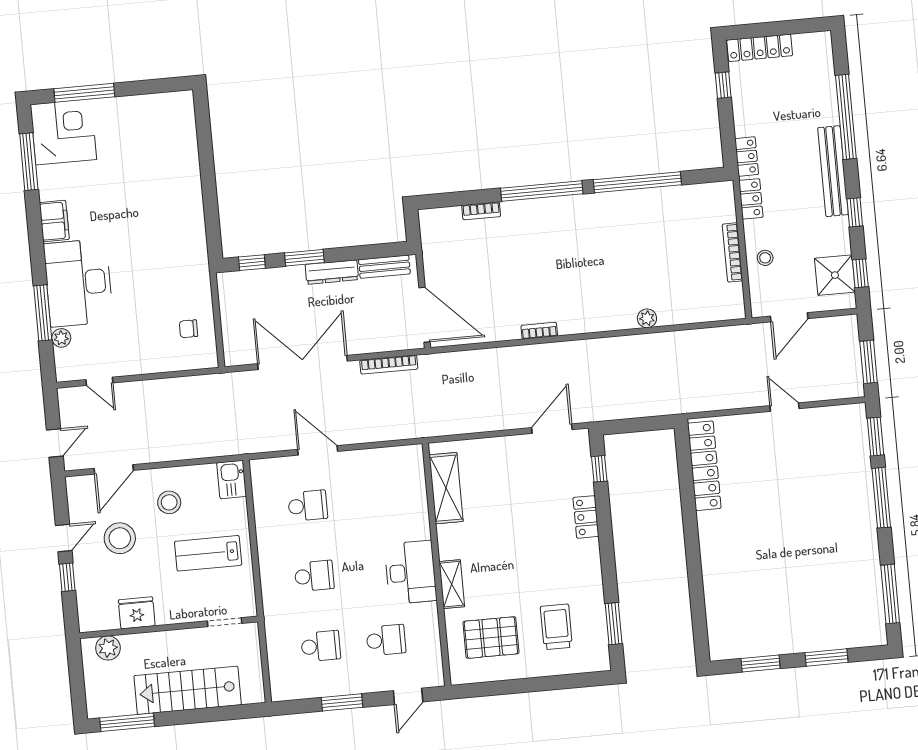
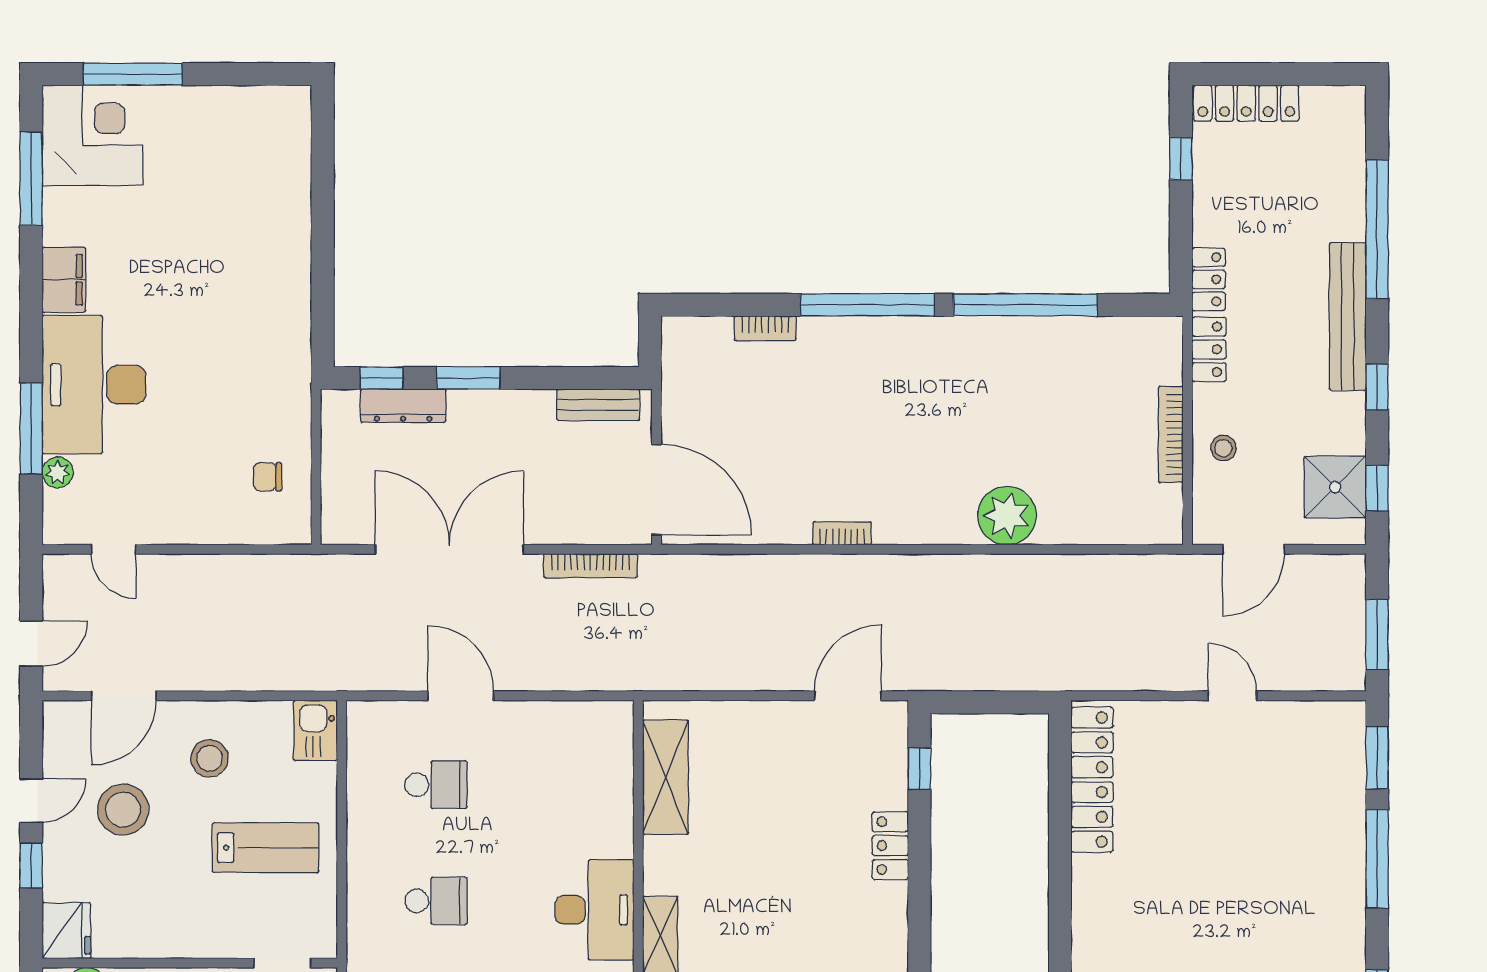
dresser: (332, 272) -> (403, 406), moved
plant: (647, 318) -> (1007, 516), width x1.88, depth x1.88
lab bench: (208, 553) -> (266, 848), turned 180
fridge: (137, 613) -> (66, 931), moved, turned 90

